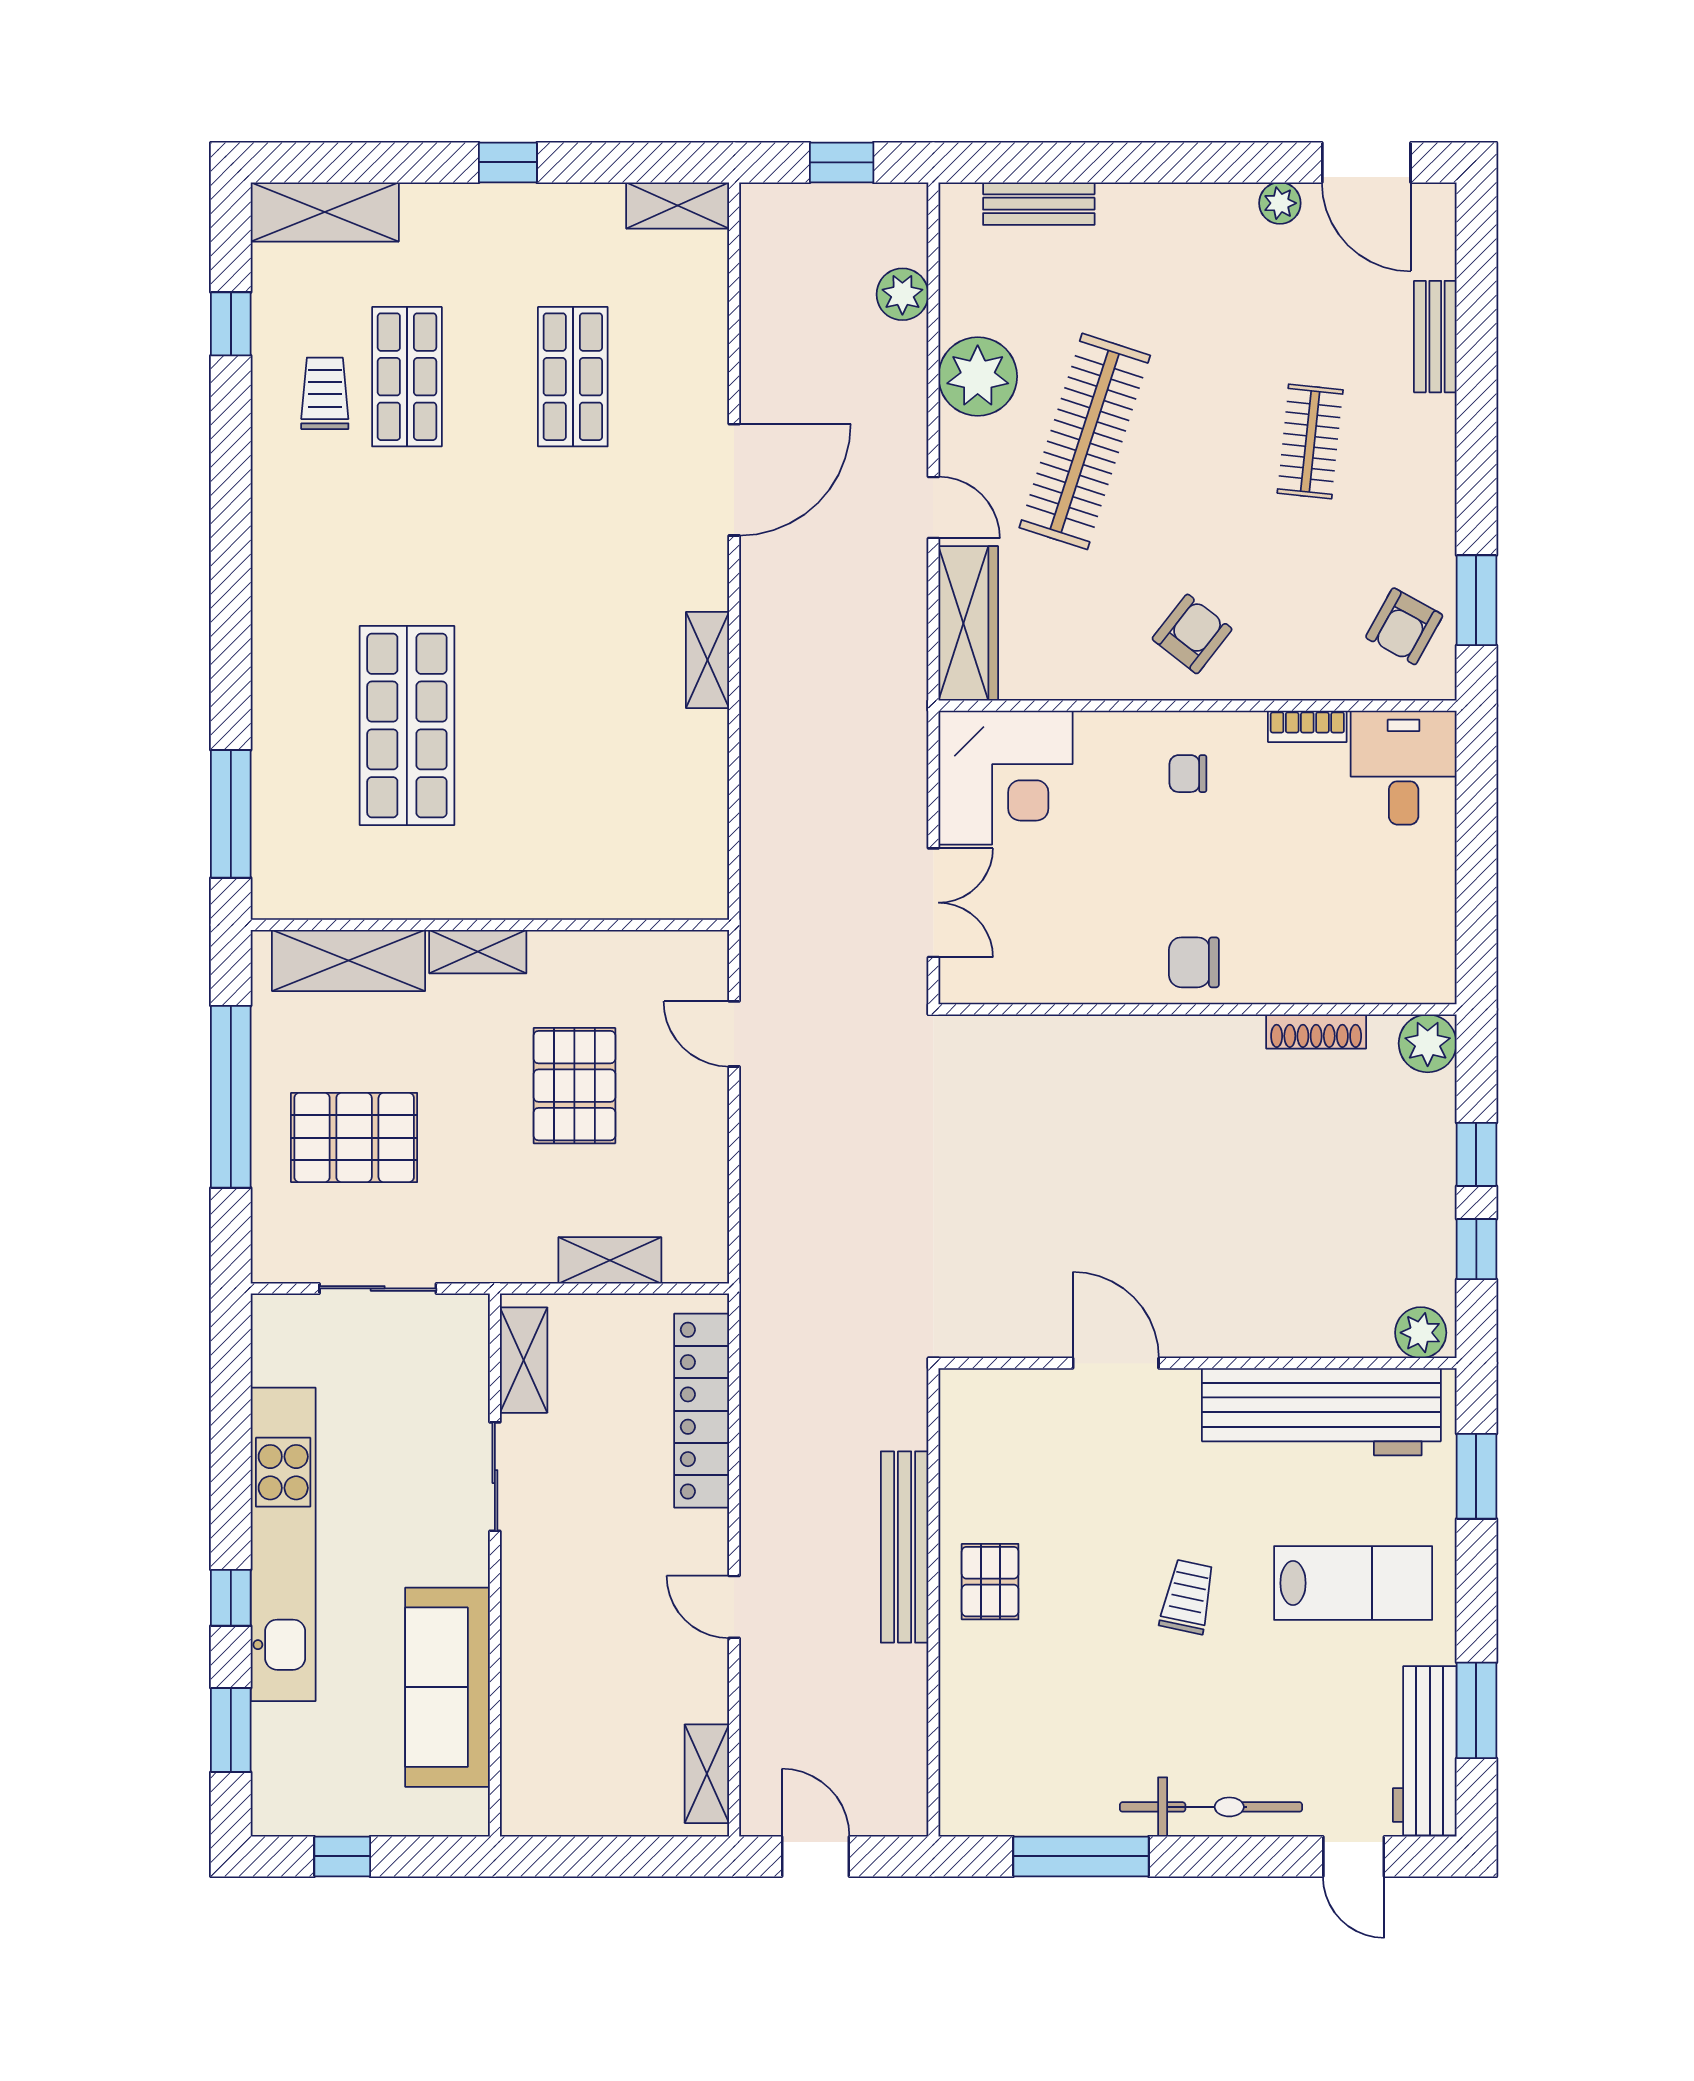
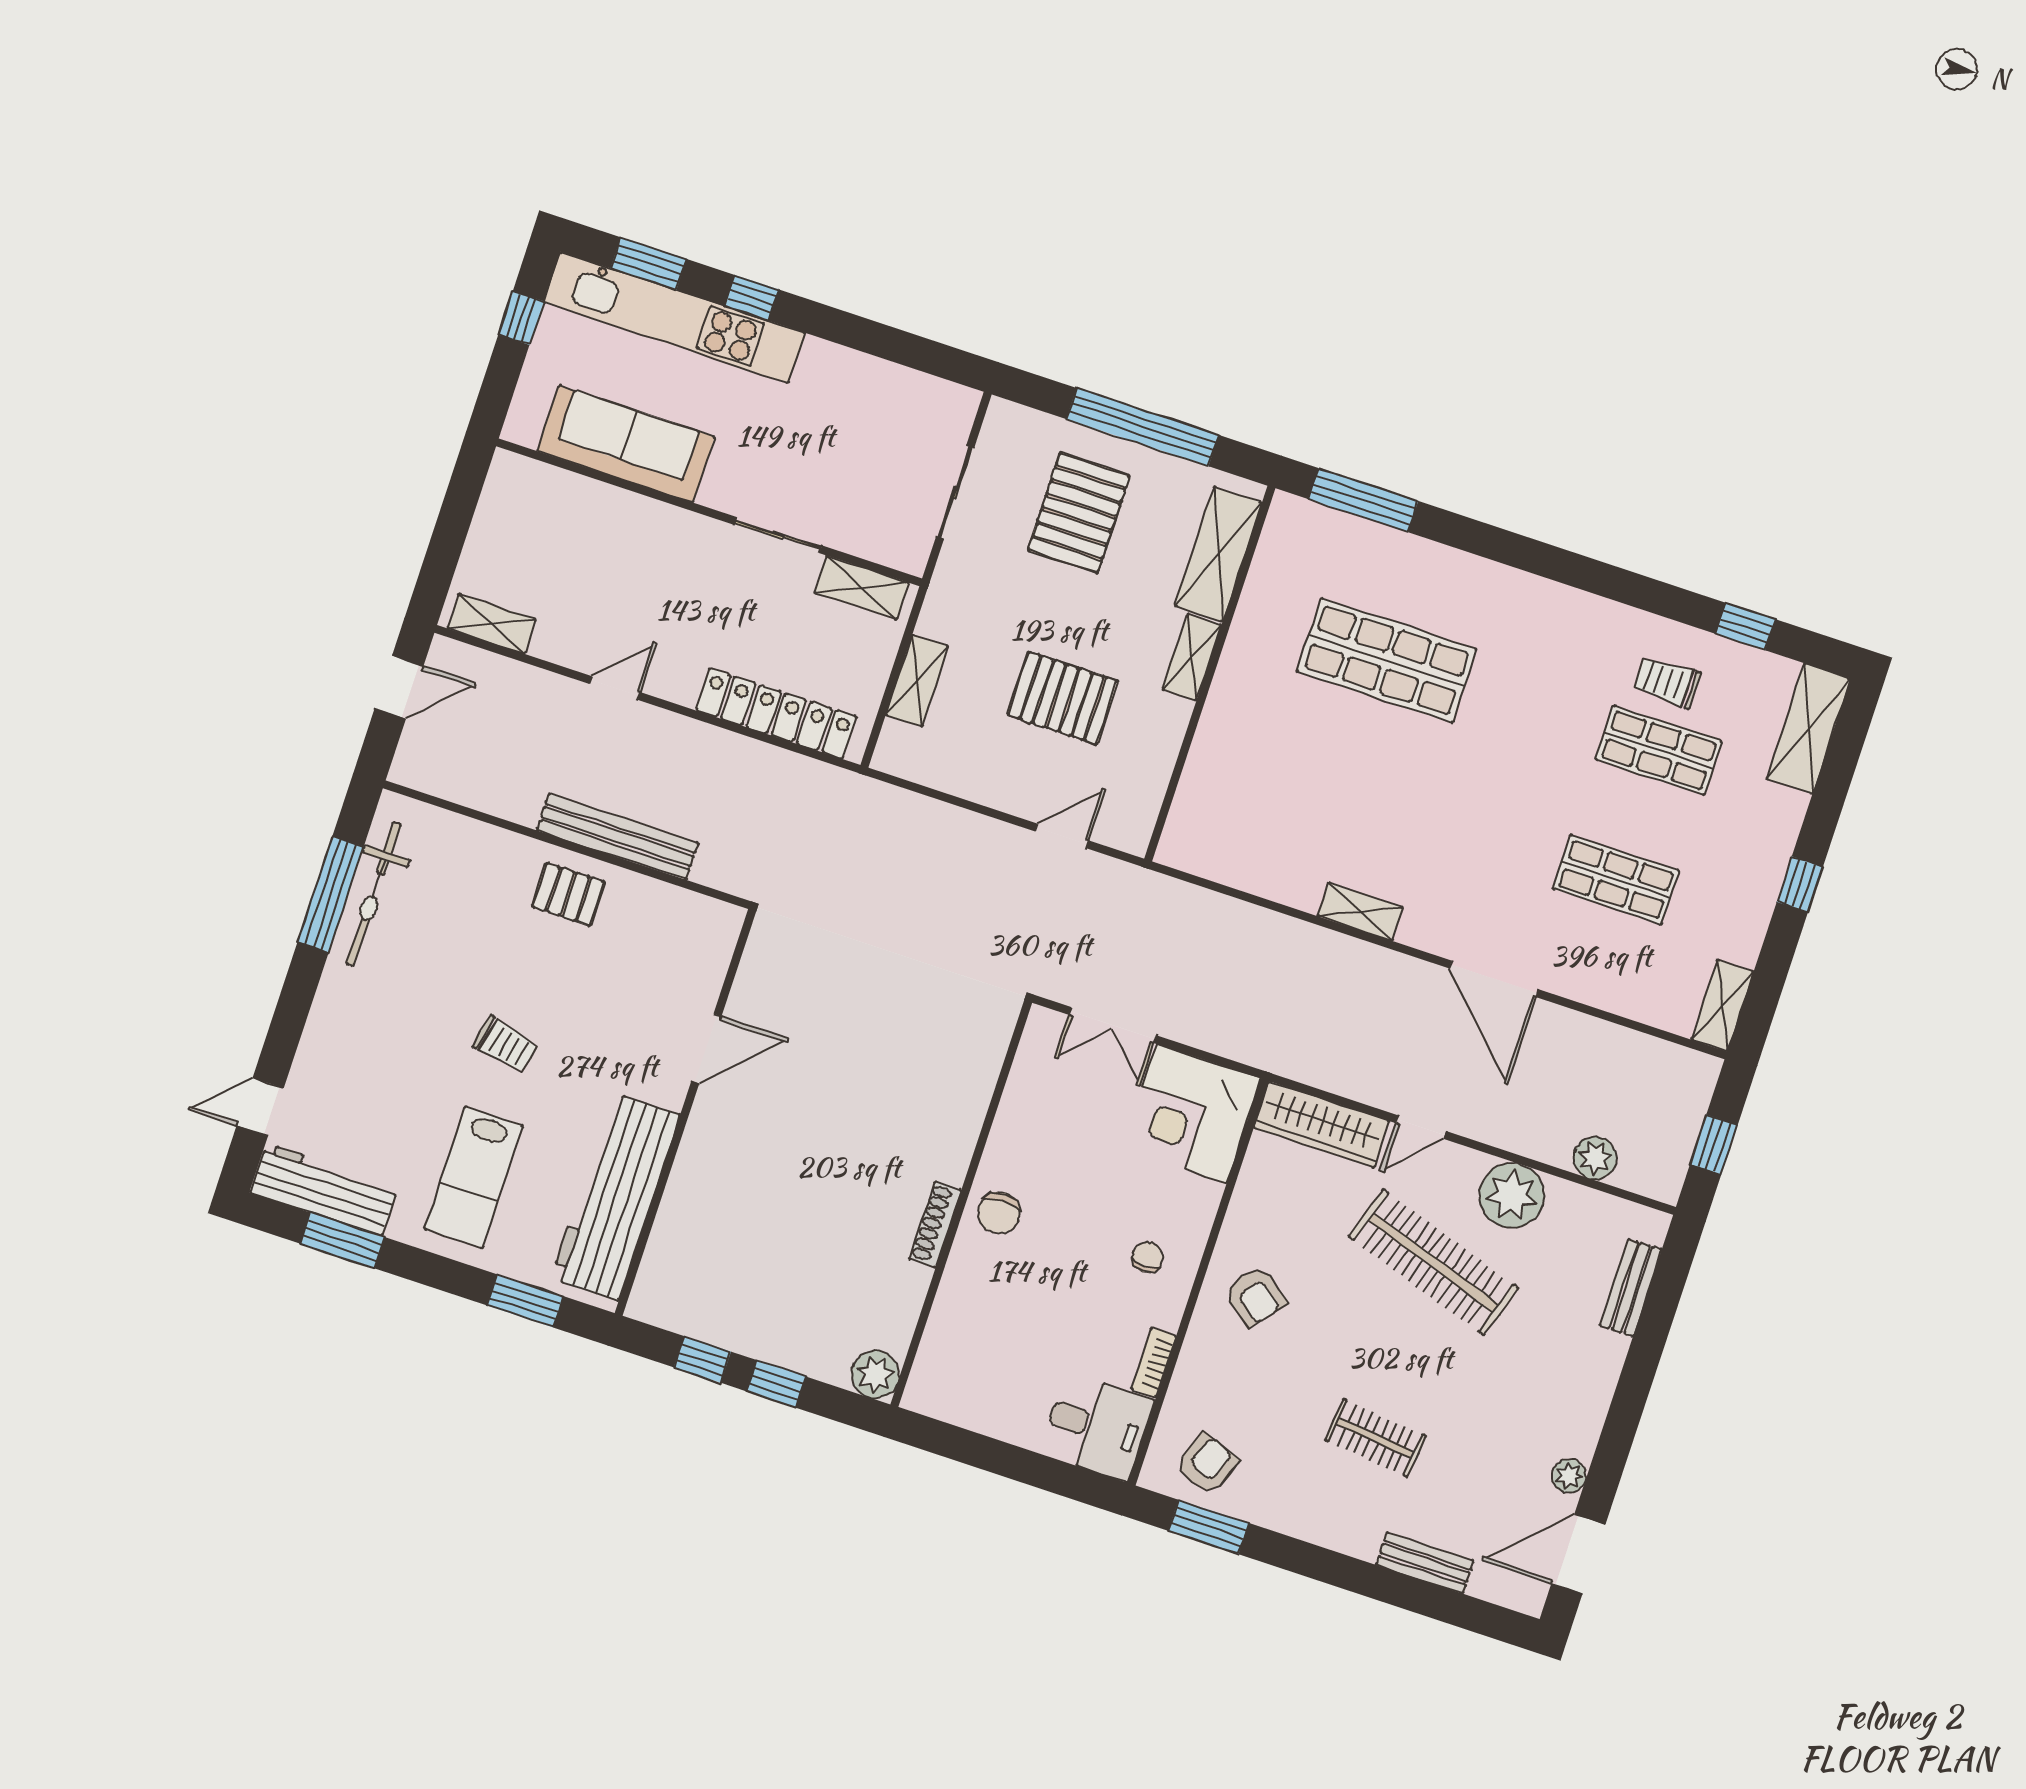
trolley: (325, 393) -> (1667, 682), turned 180
armchair: (1404, 626) -> (1207, 1464), turned 82
chair: (1194, 962) -> (999, 1213), turned 180
shoe rack: (1316, 1031) -> (935, 1224), moved
plant: (1421, 1333) -> (652, 1294), removed
kitchen unit: (283, 1544) -> (674, 317), moved
bicycle: (1211, 1807) -> (374, 894), moved

